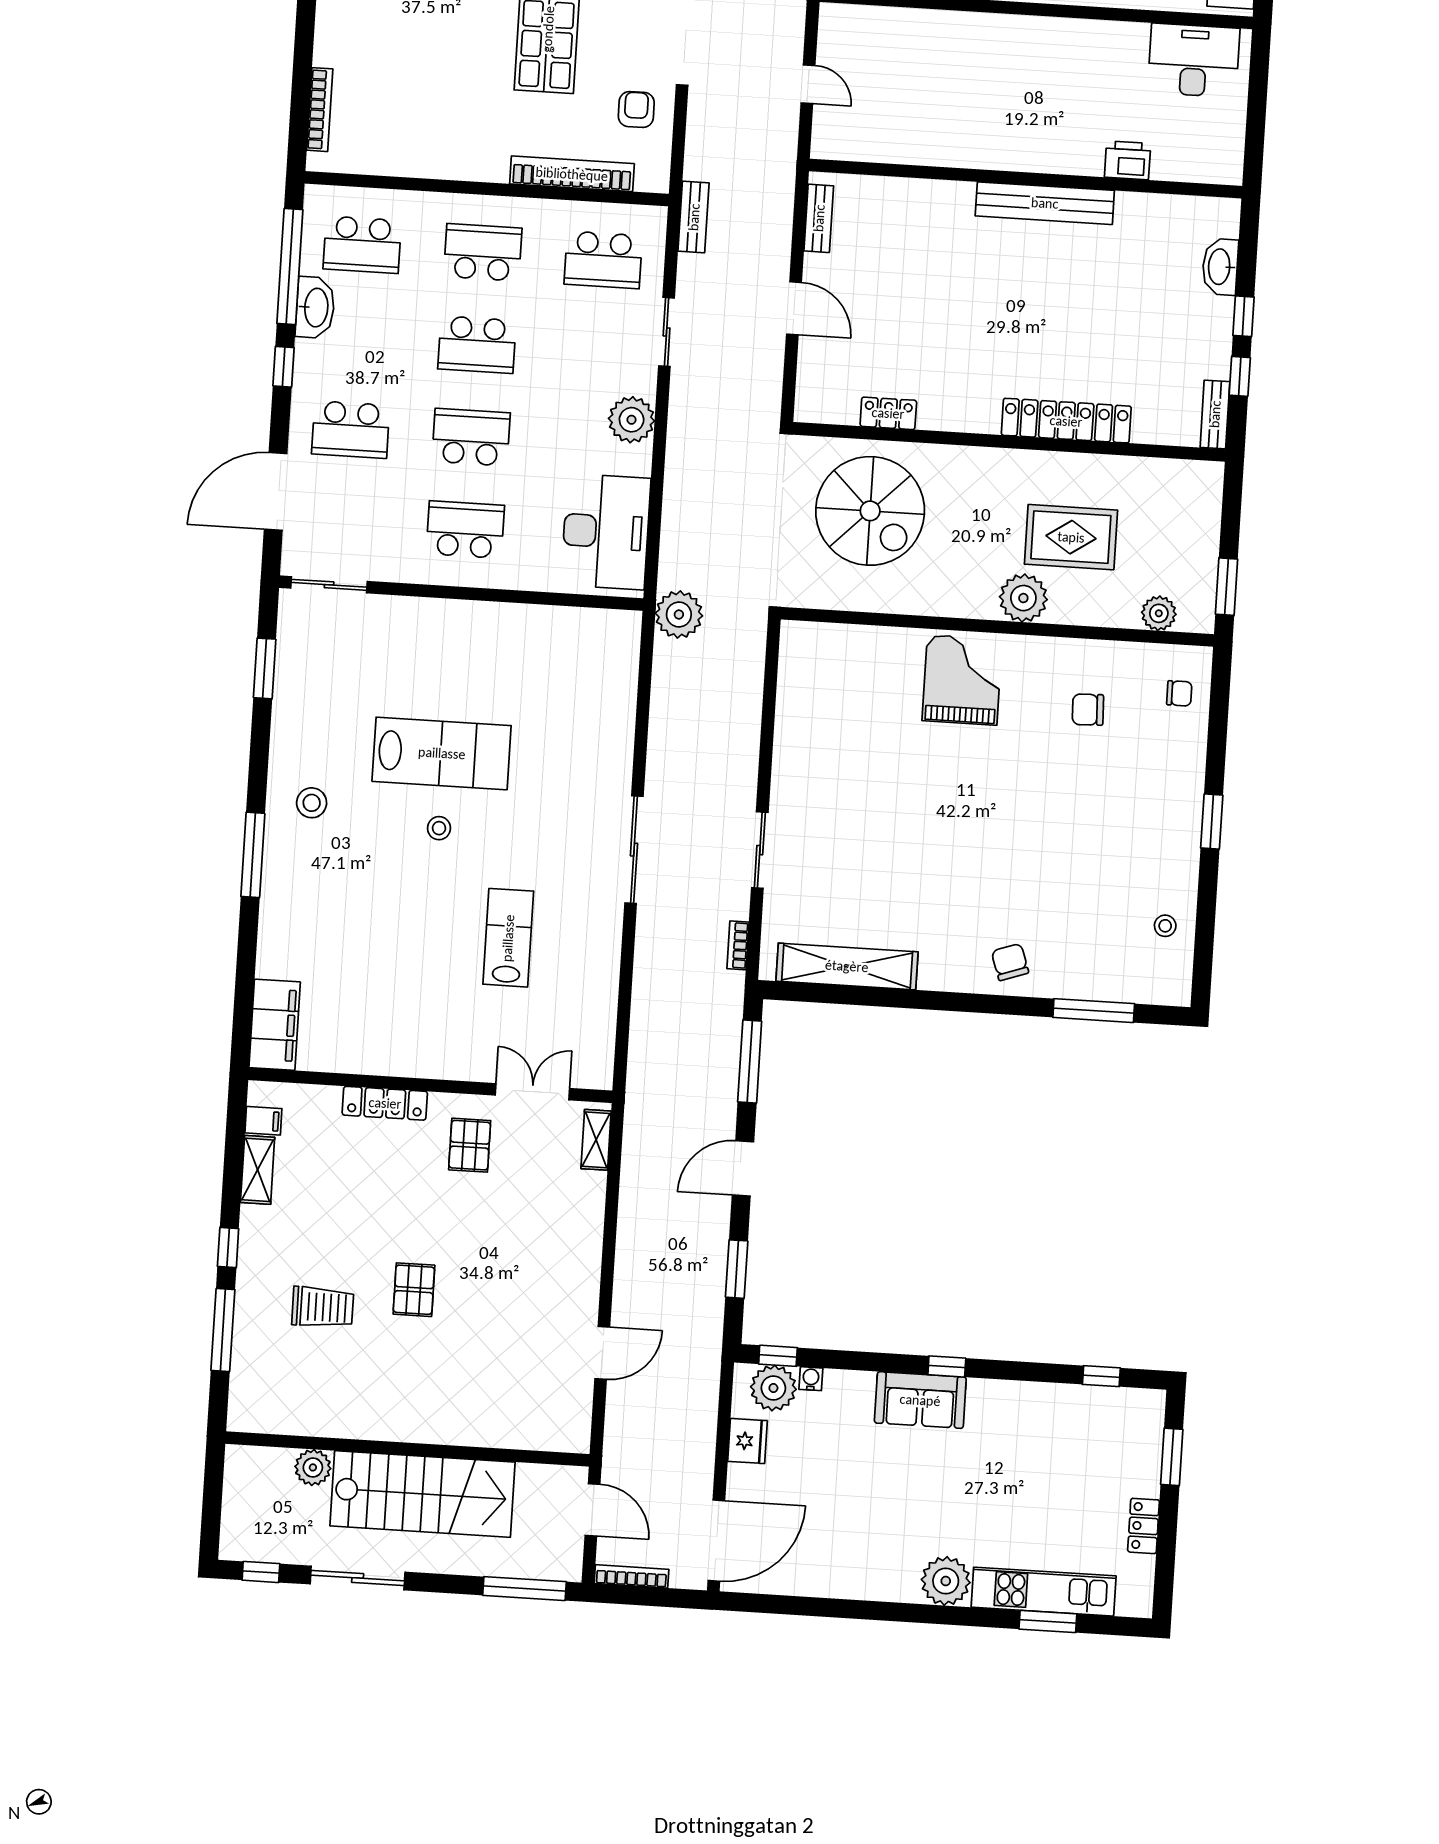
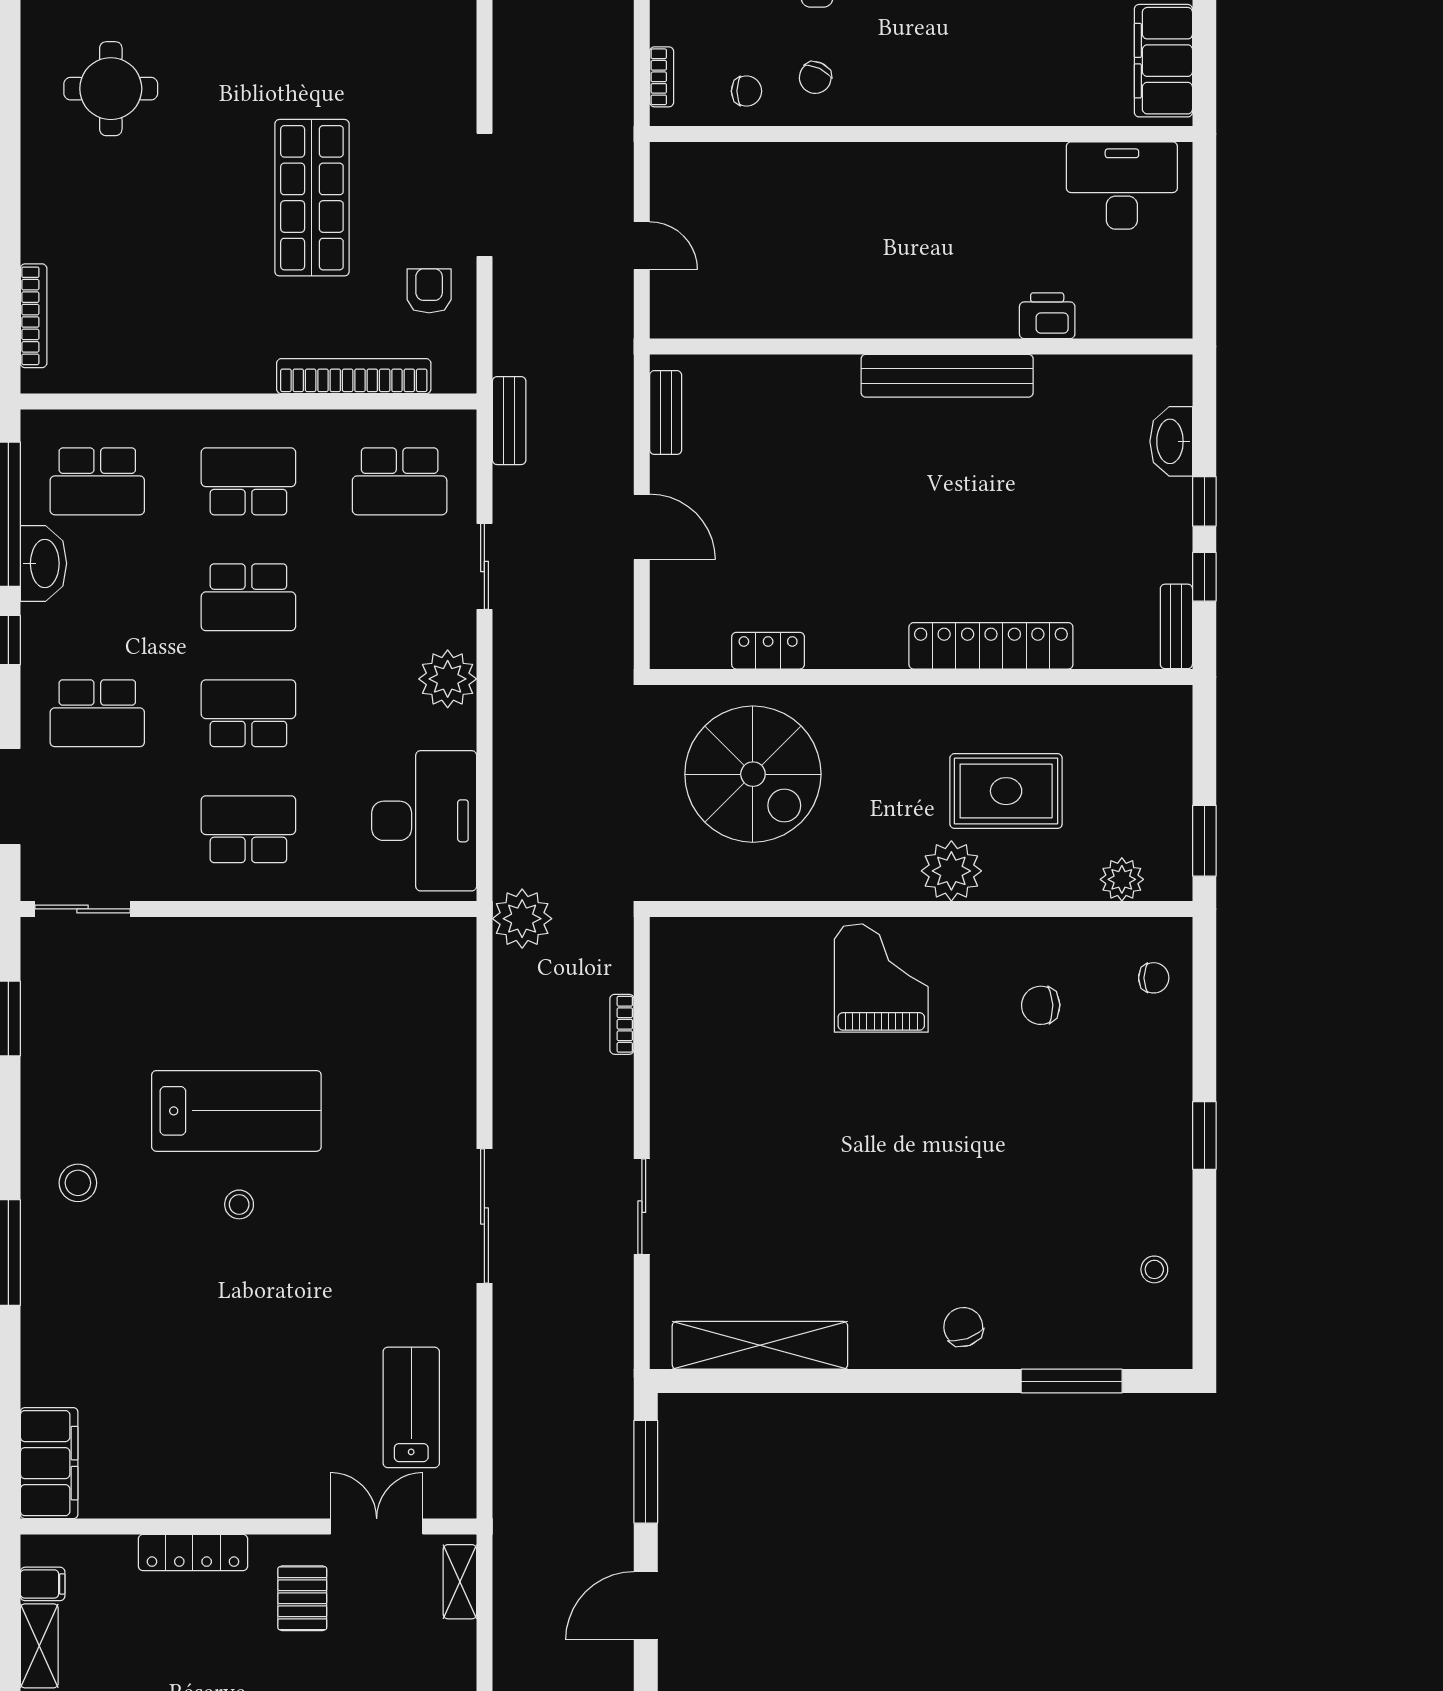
lab bench: (508, 938) -> (411, 1407), moved
bookcase: (738, 945) -> (622, 1024), moved

